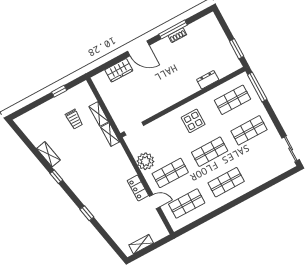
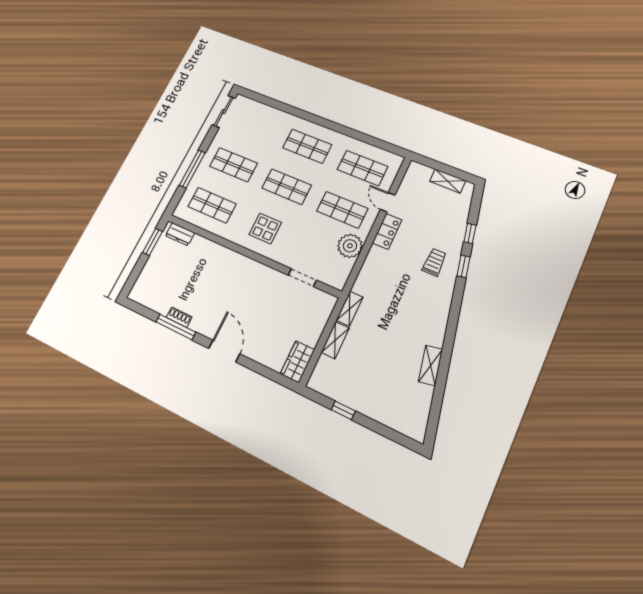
wardrobe: (119, 70) -> (297, 362), moved, turned -90
dresser: (208, 80) -> (180, 234), moved
window: (257, 87) -> (192, 169), moved
trolley: (74, 119) -> (434, 262), moved
doorway: (134, 129) -> (302, 278), moved
window: (56, 177) -> (470, 234), moved

